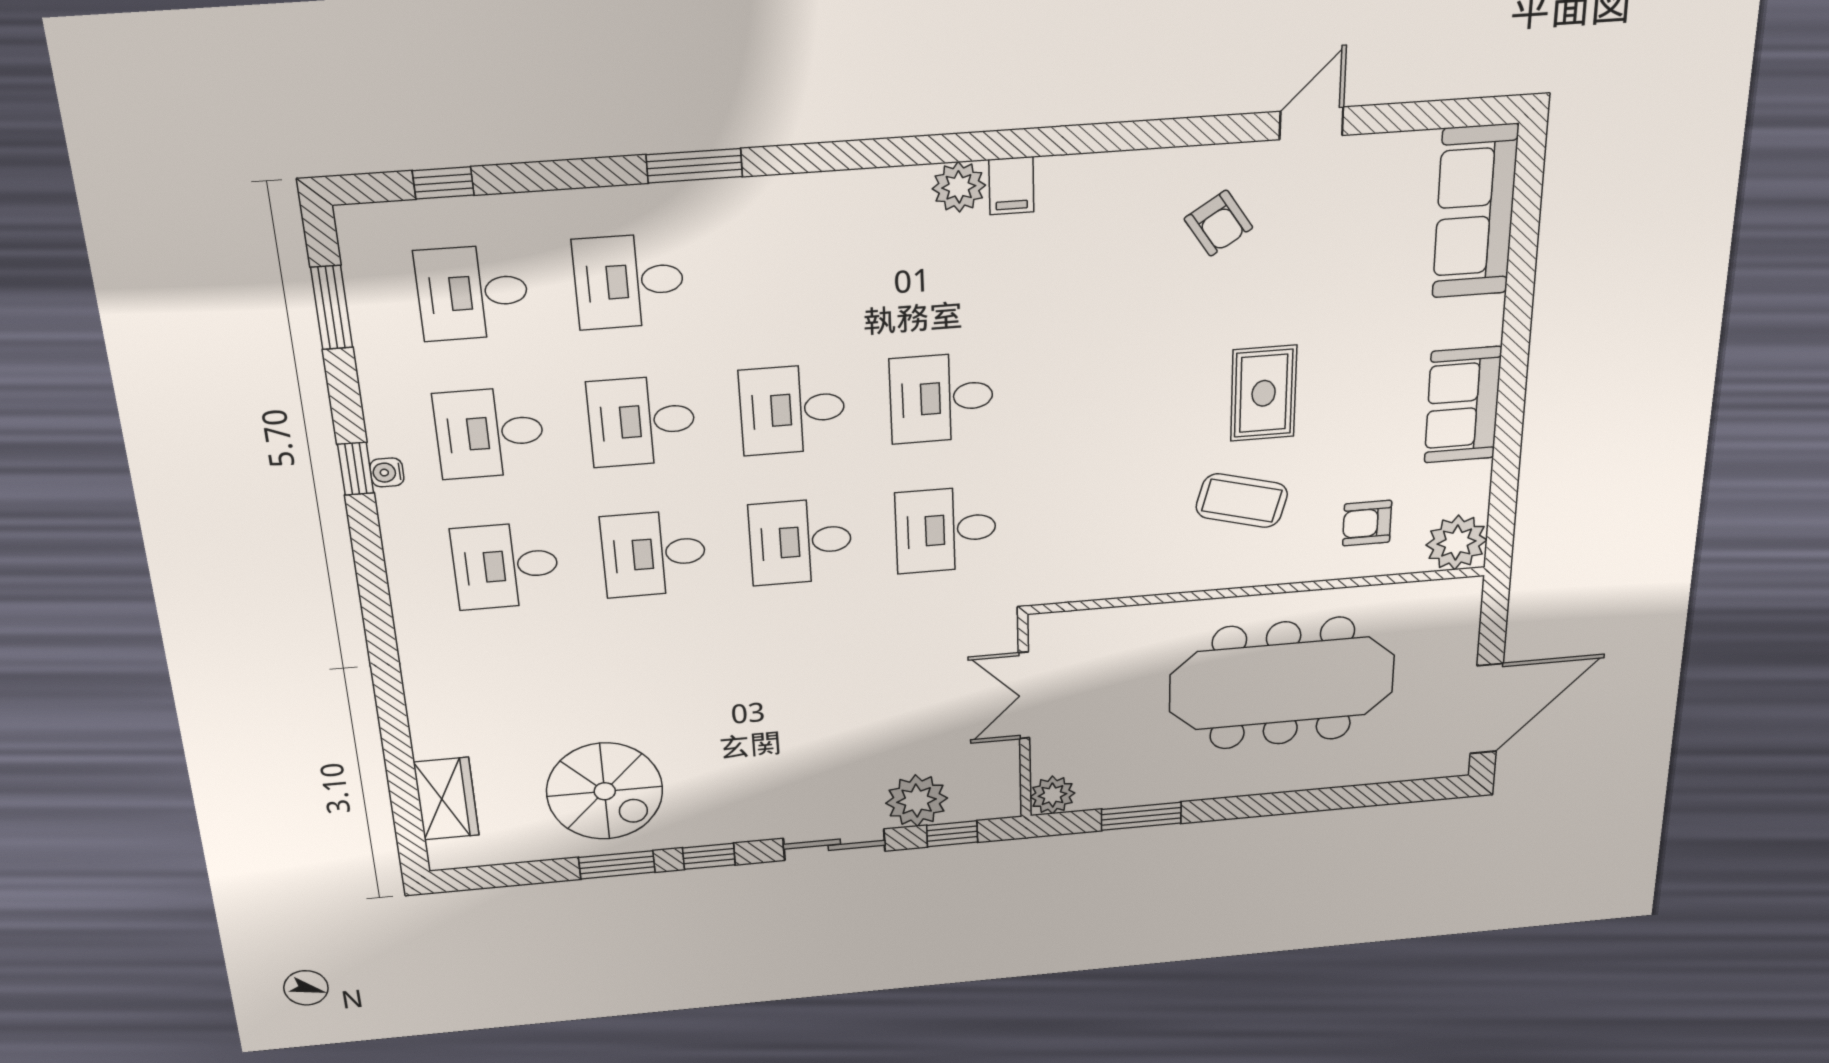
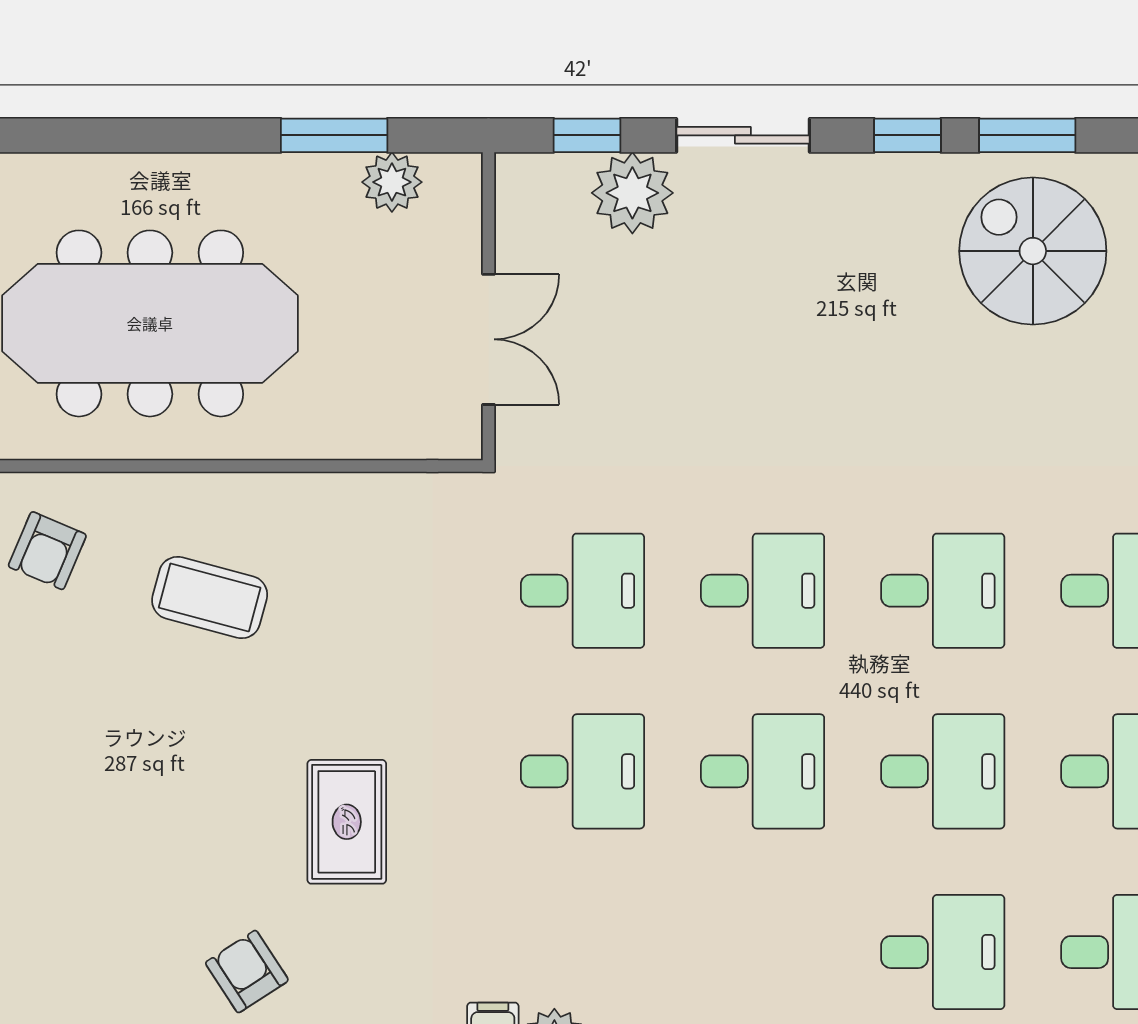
rug: (1264, 393) -> (347, 822), moved
armchair: (1367, 523) -> (47, 551), turned 113
plant: (1052, 795) -> (392, 182), moved

